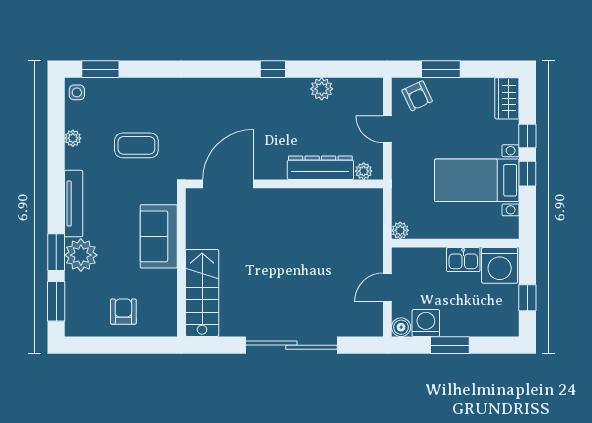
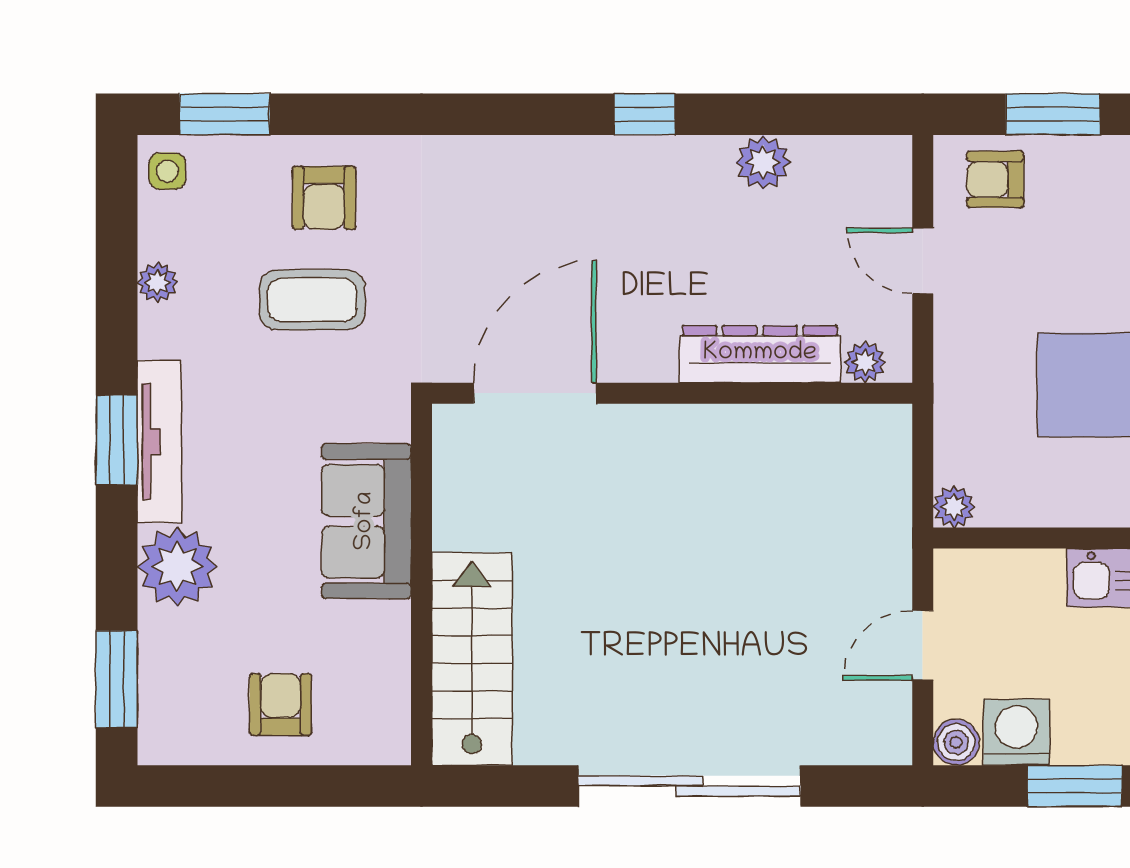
armchair: (417, 96) -> (995, 179), turned 115
armchair: (141, 103) -> (324, 198), added
window: (56, 252) -> (117, 440), moved

